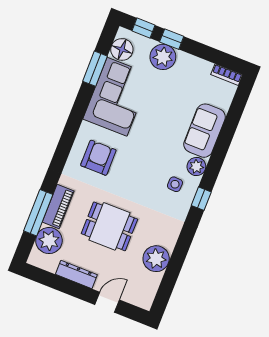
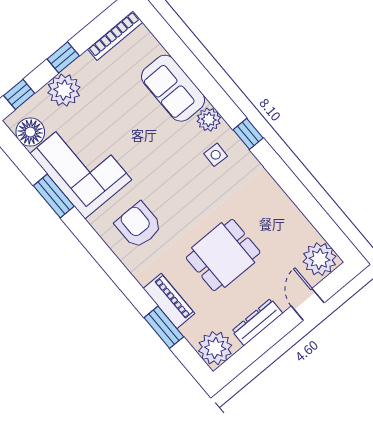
window: (172, 39) -> (63, 57), moved
window: (95, 69) -> (54, 196), moved
bookcase: (227, 75) -> (115, 36), width x1.56
window: (38, 213) -> (164, 327), width x0.69
plant: (49, 241) -> (215, 348), moved
plant: (156, 259) -> (320, 259), moved

